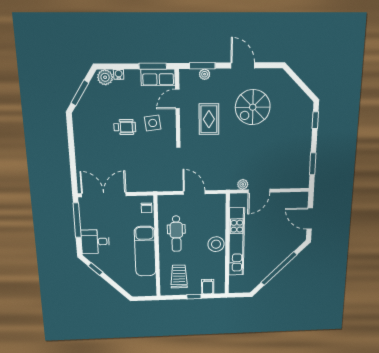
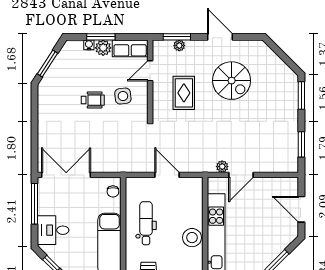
window: (153, 66) -> (101, 37), moved
plant: (105, 77) -> (103, 48), moved
spiral stairs: (253, 107) -> (232, 81), turned -90
window: (315, 120) -> (301, 95), width x1.50
dental chair: (176, 234) -> (146, 223), turned 180

